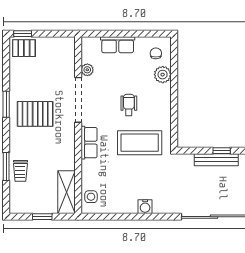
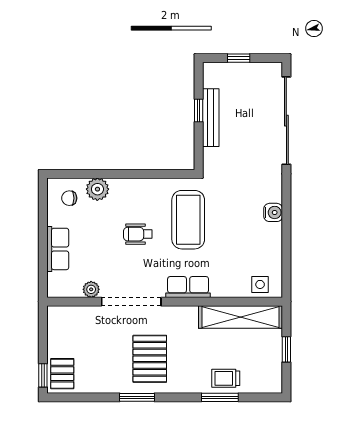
trolley: (20, 171) -> (226, 378), turned 180
shelving: (67, 192) -> (240, 317), width x1.47

